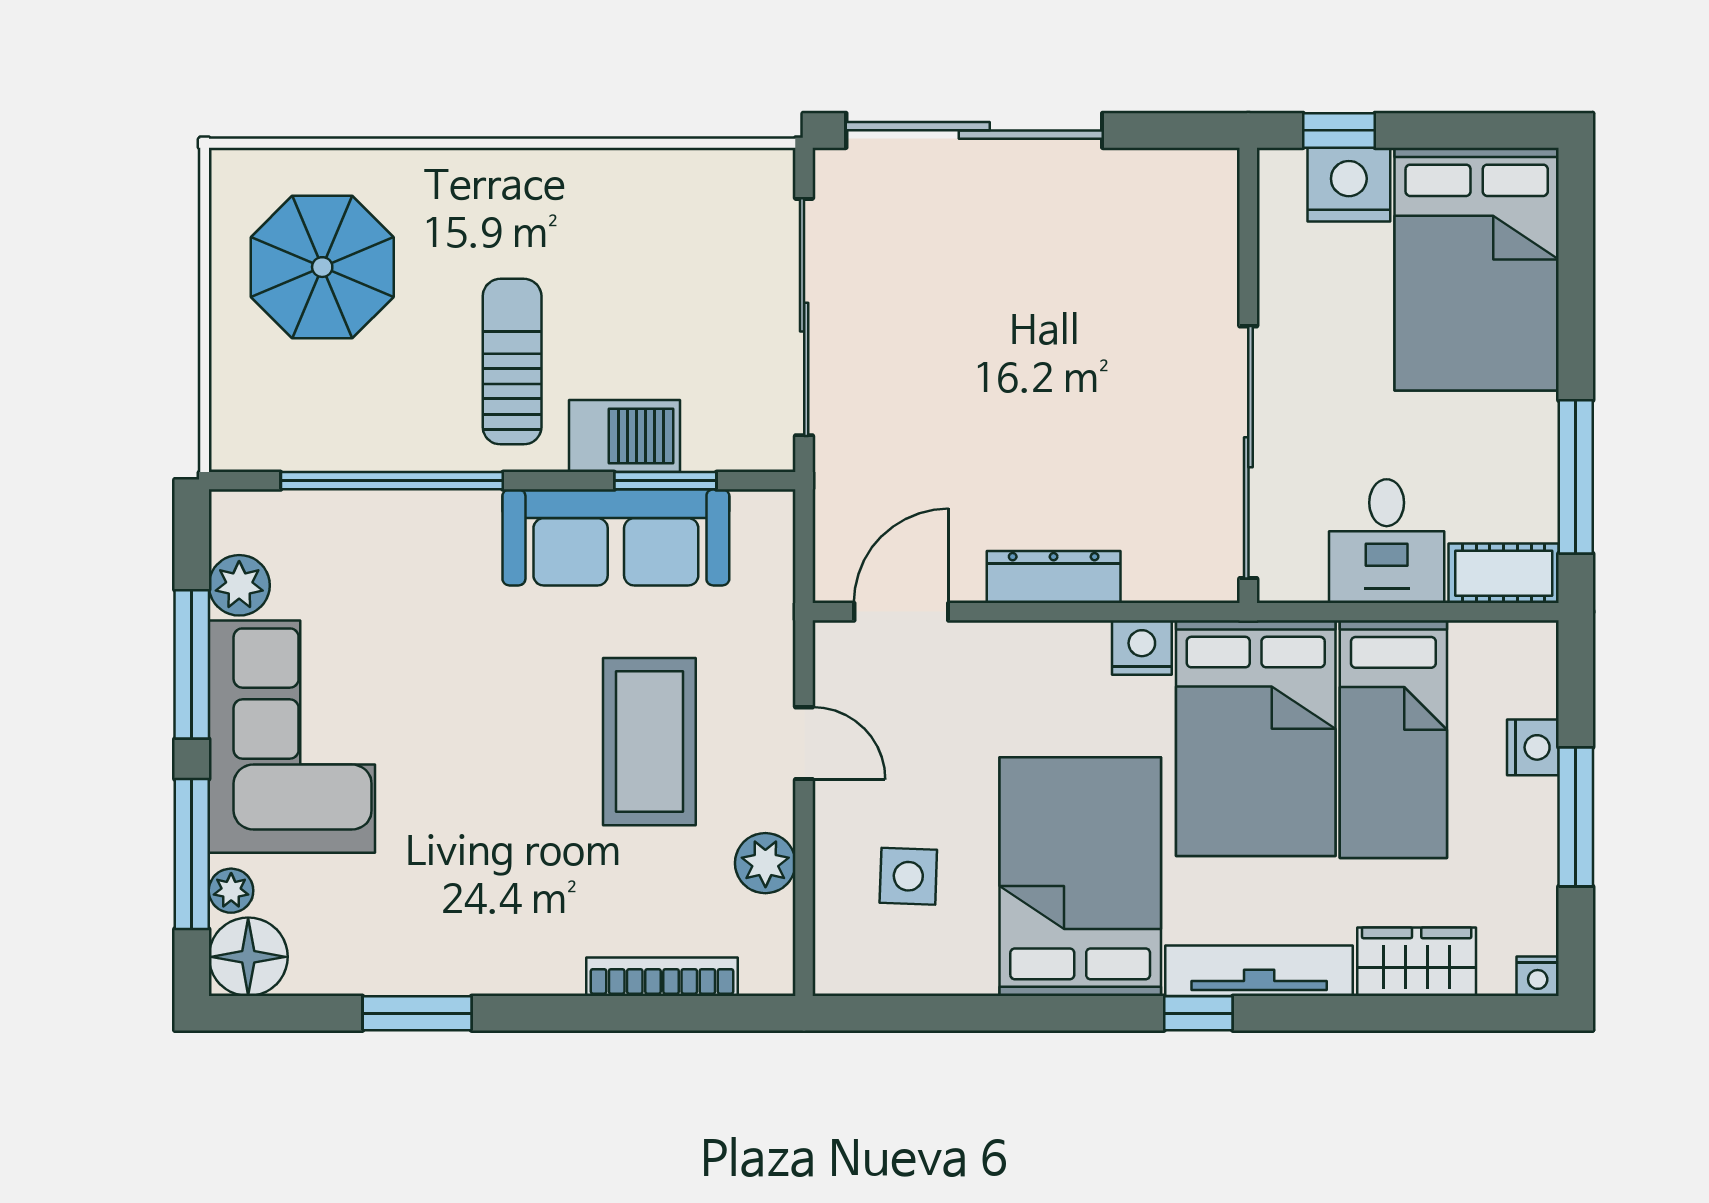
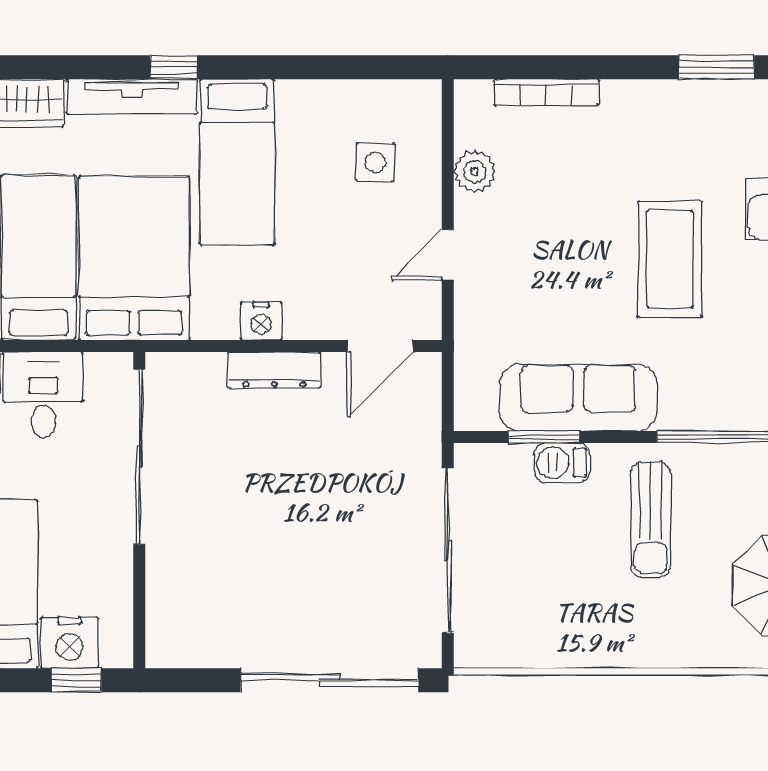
barbecue: (624, 436) -> (562, 463), width x0.73, depth x0.79
nightstand: (1142, 648) -> (261, 321), moved
coffee table: (649, 742) -> (670, 259), moved
door: (804, 743) -> (448, 255), hinge flipped
bed: (1080, 877) -> (237, 162), width x0.67

